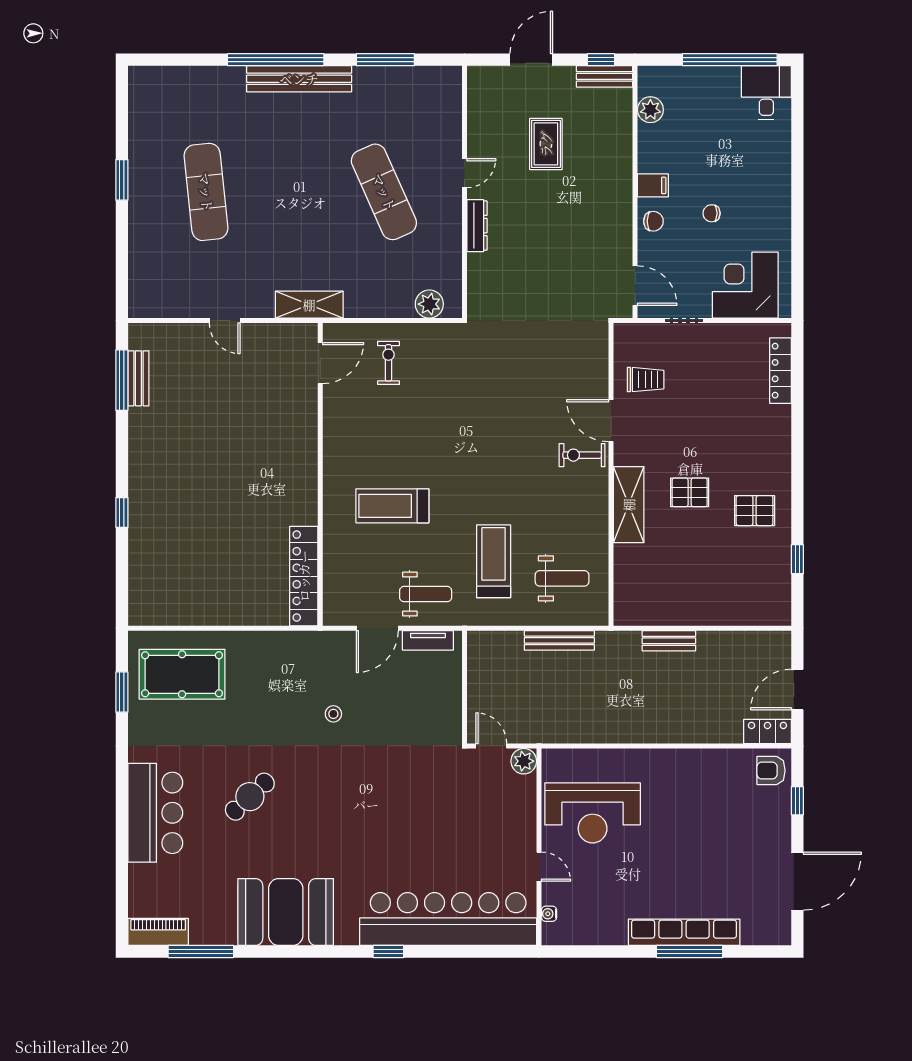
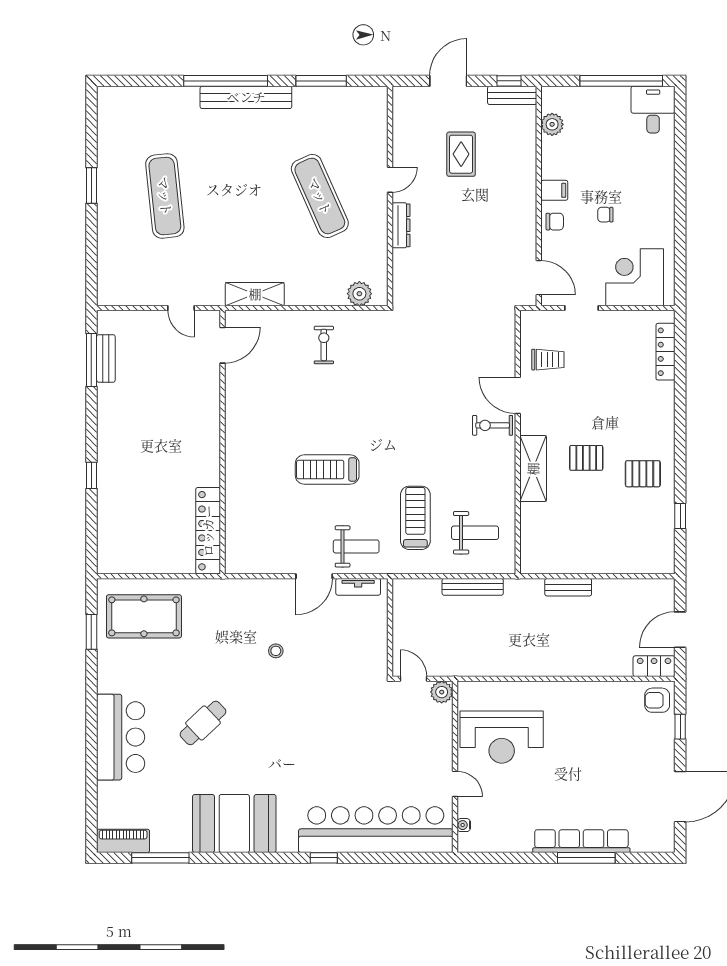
door: (320, 363) -> (222, 345), moved
wall: (320, 474) -> (222, 442), moved
locker: (304, 576) -> (208, 531), moved

